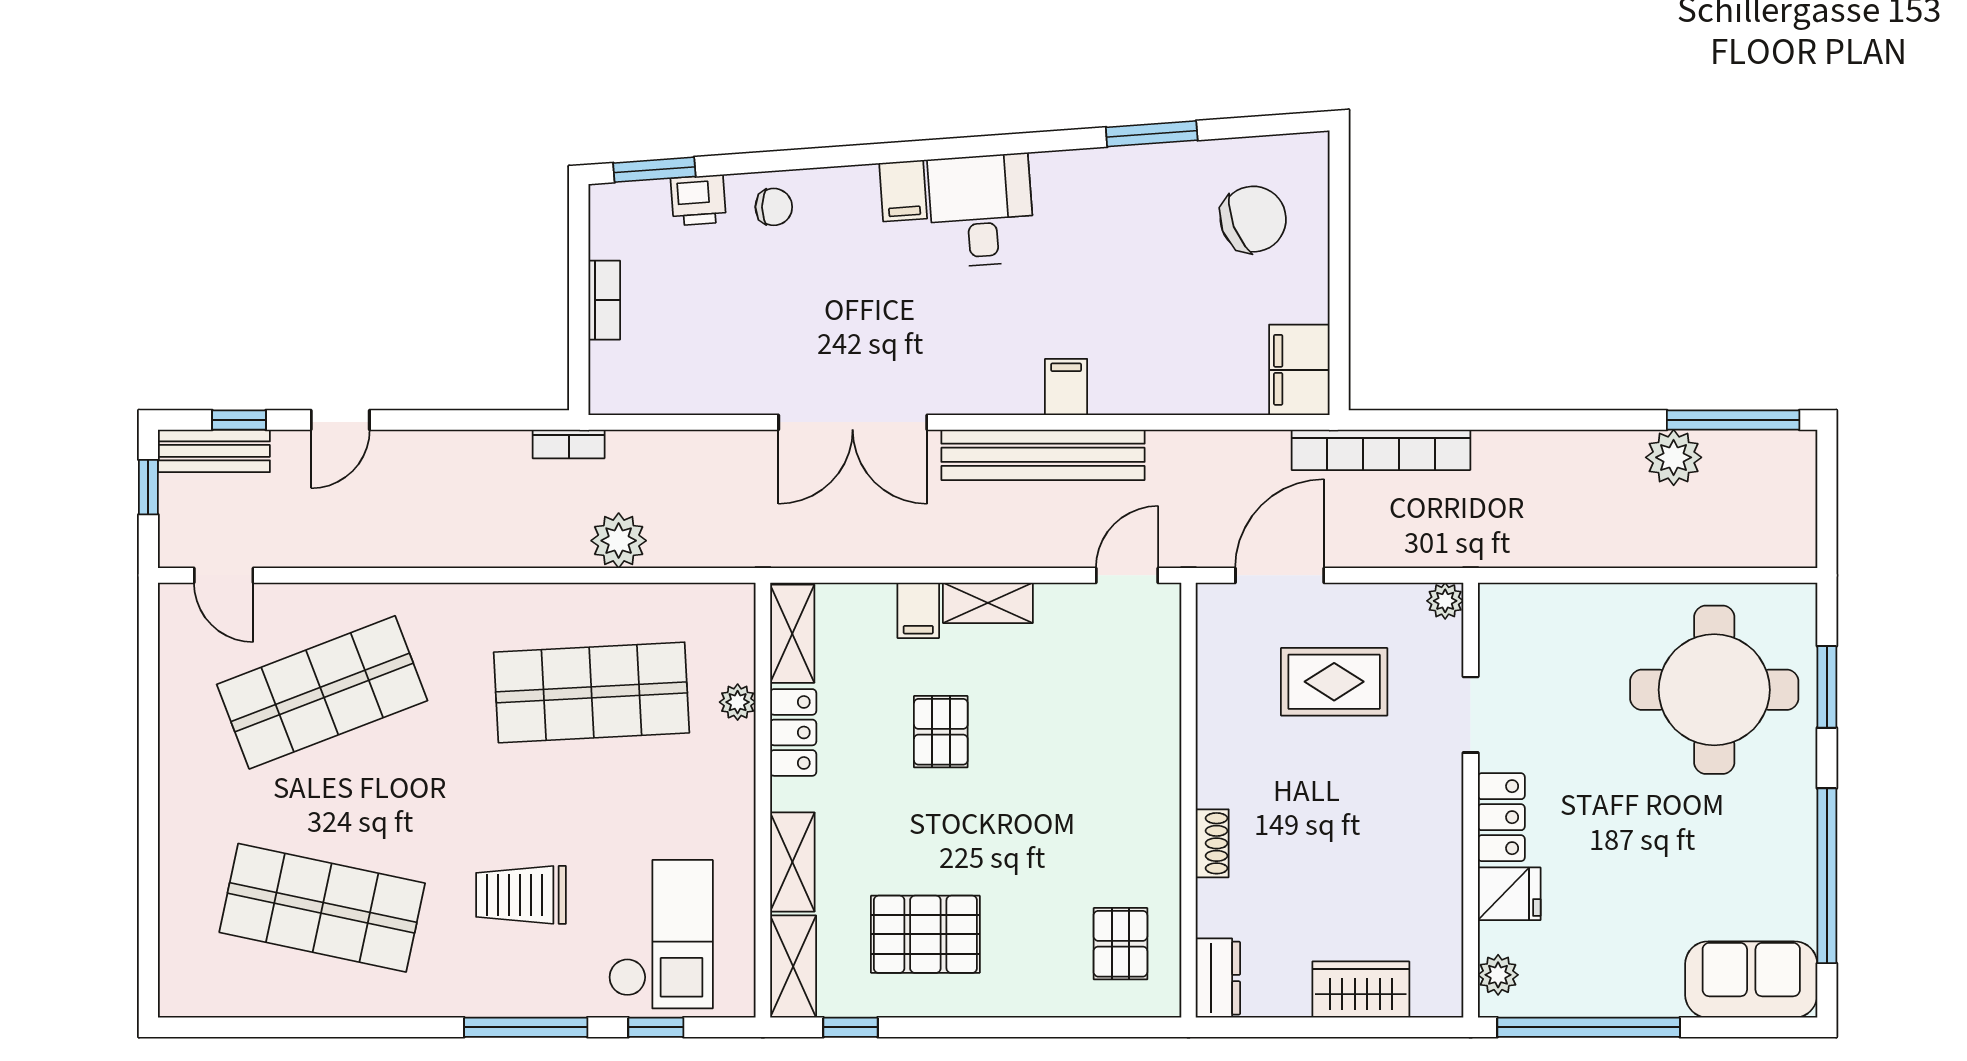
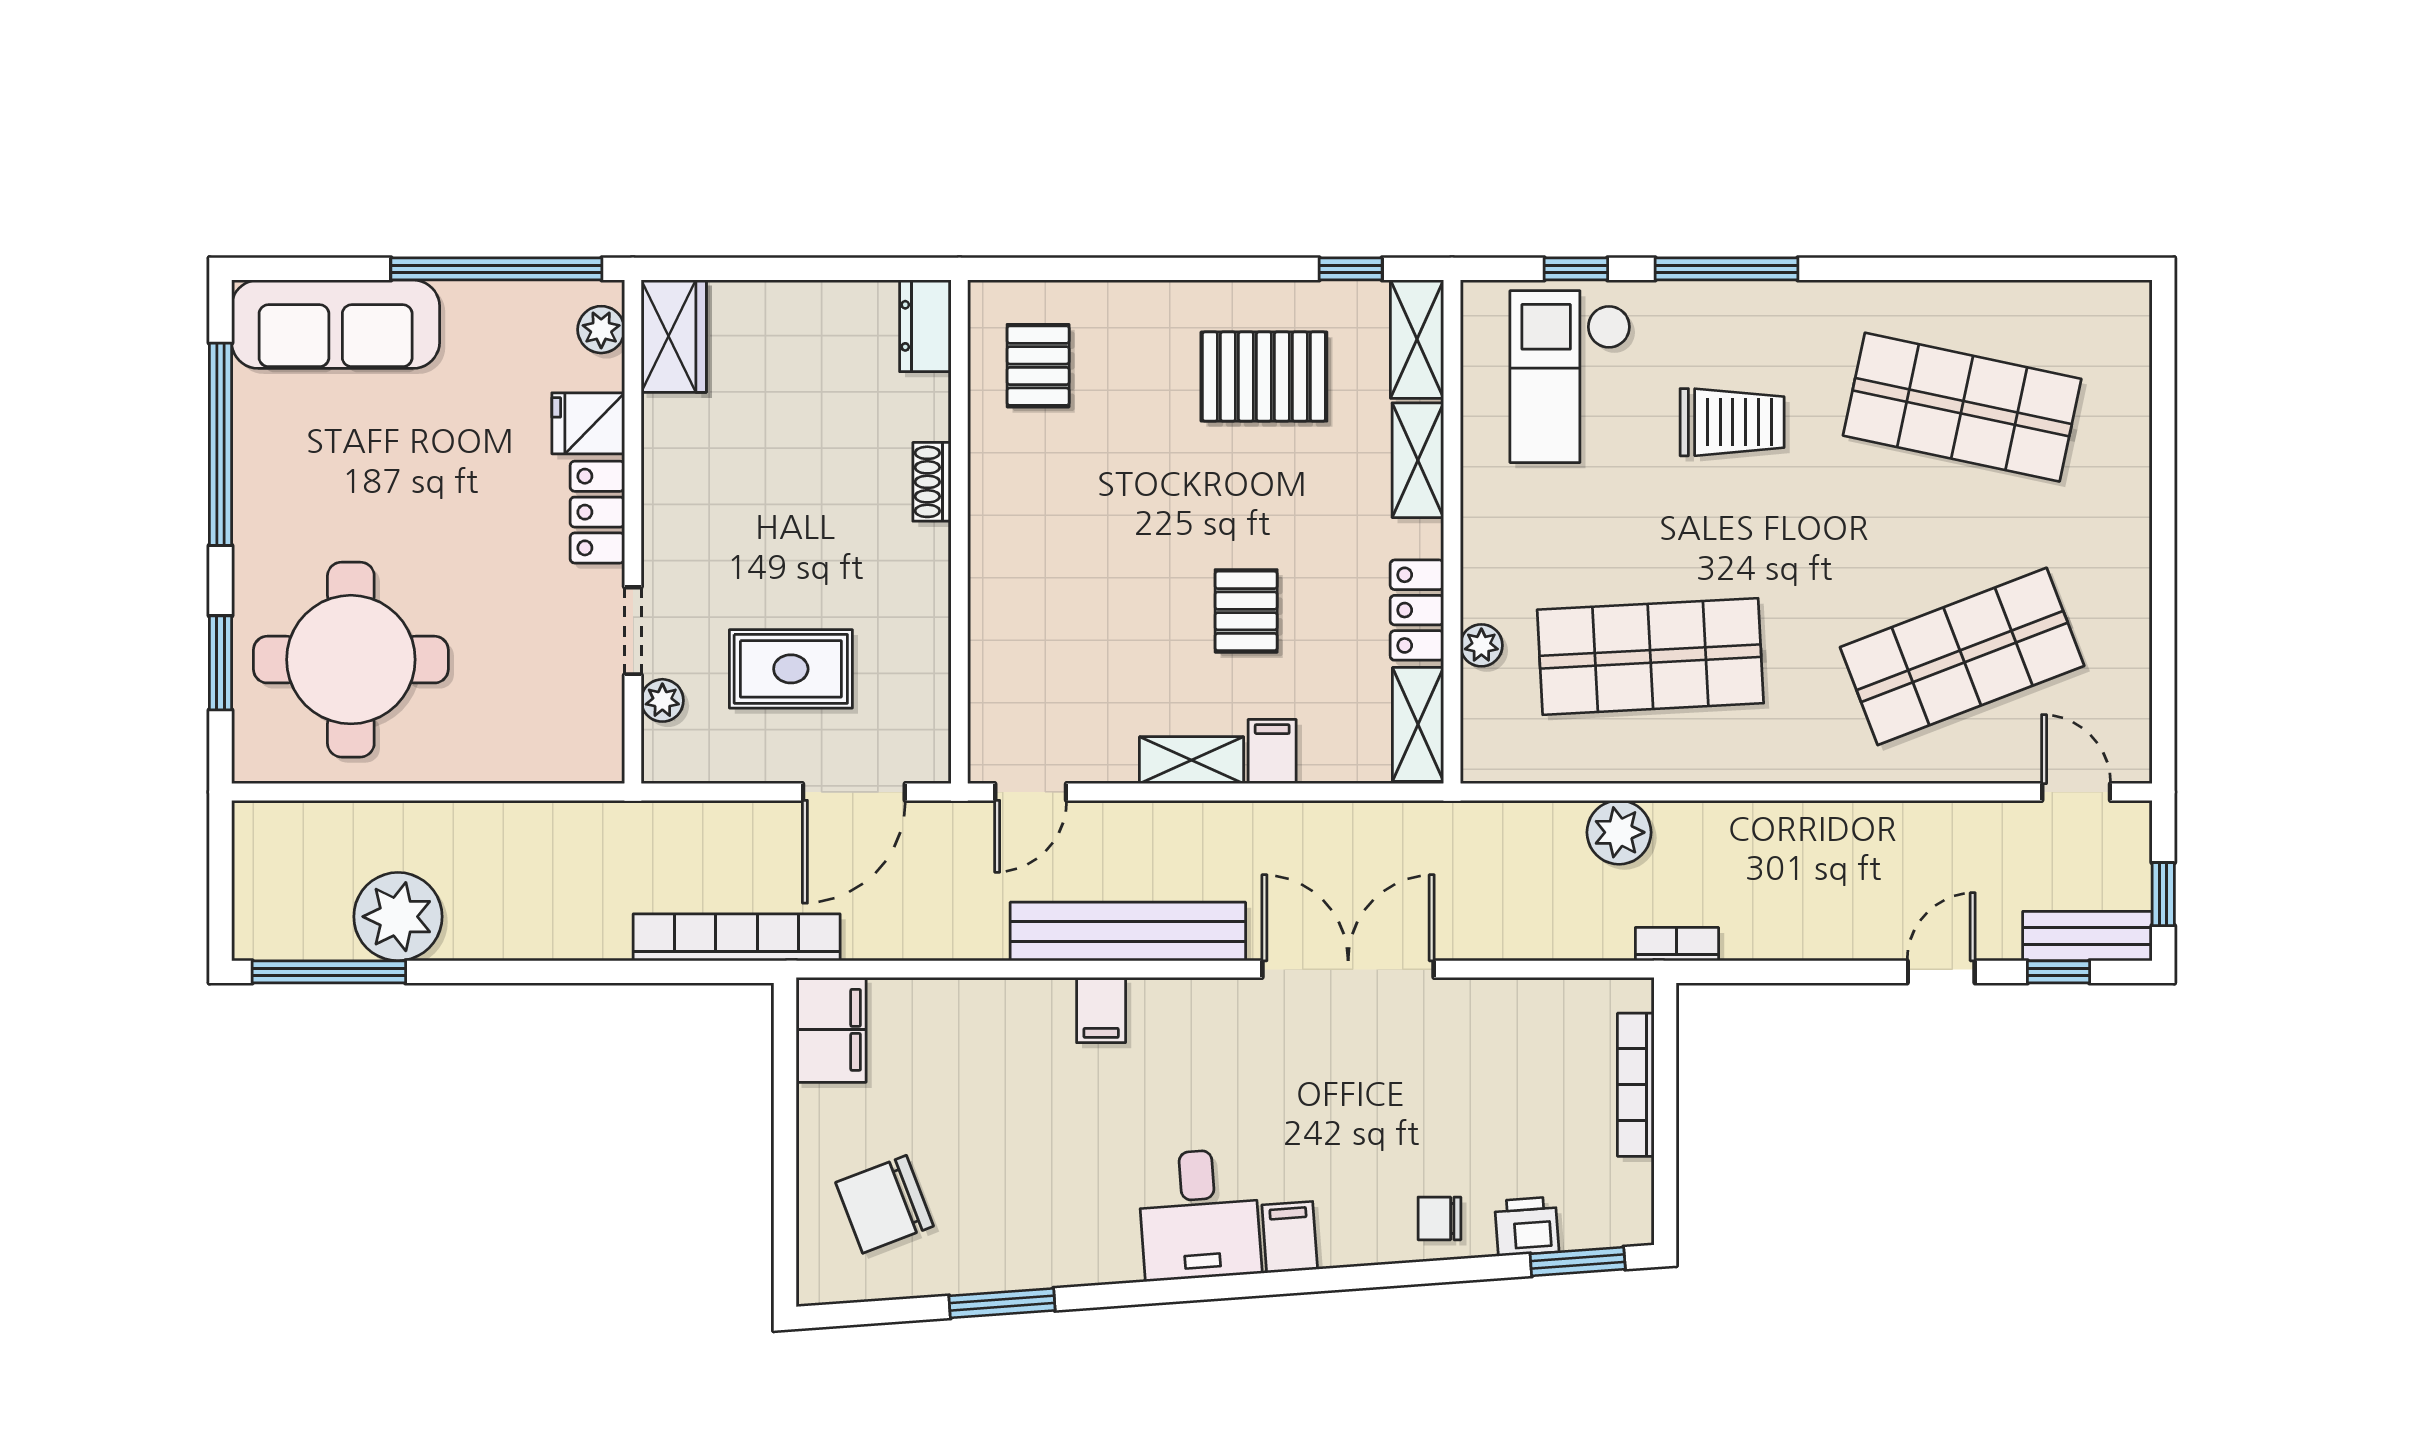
bookcase: (604, 300) -> (1636, 1085), width x1.56
plant: (1674, 457) -> (398, 917), width x1.36, depth x1.36
plant: (1445, 601) -> (662, 700), moved
sofa: (1751, 979) -> (336, 324), width x1.36
wardrobe: (1361, 990) -> (674, 336), moved, turned -90

